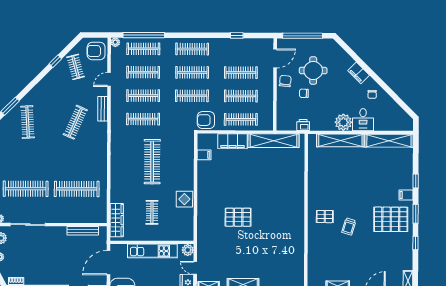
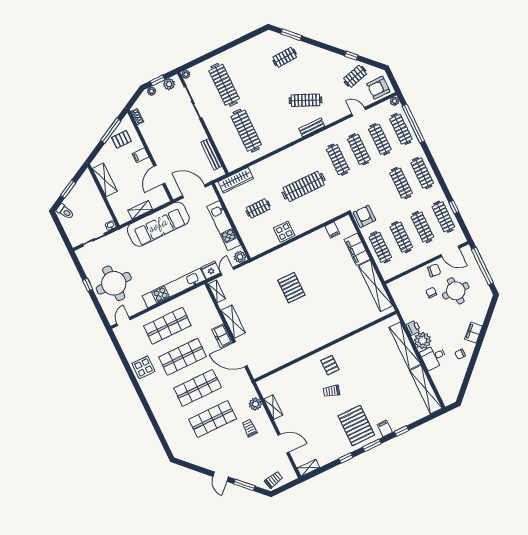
armchair: (96, 51) -> (378, 88), turned -90
clothes rail: (192, 96) -> (443, 217), moved
bench: (103, 109) -> (312, 127), moved
clothes rail: (28, 122) -> (285, 57), width x0.73
printer: (303, 125) -> (413, 328), moved

